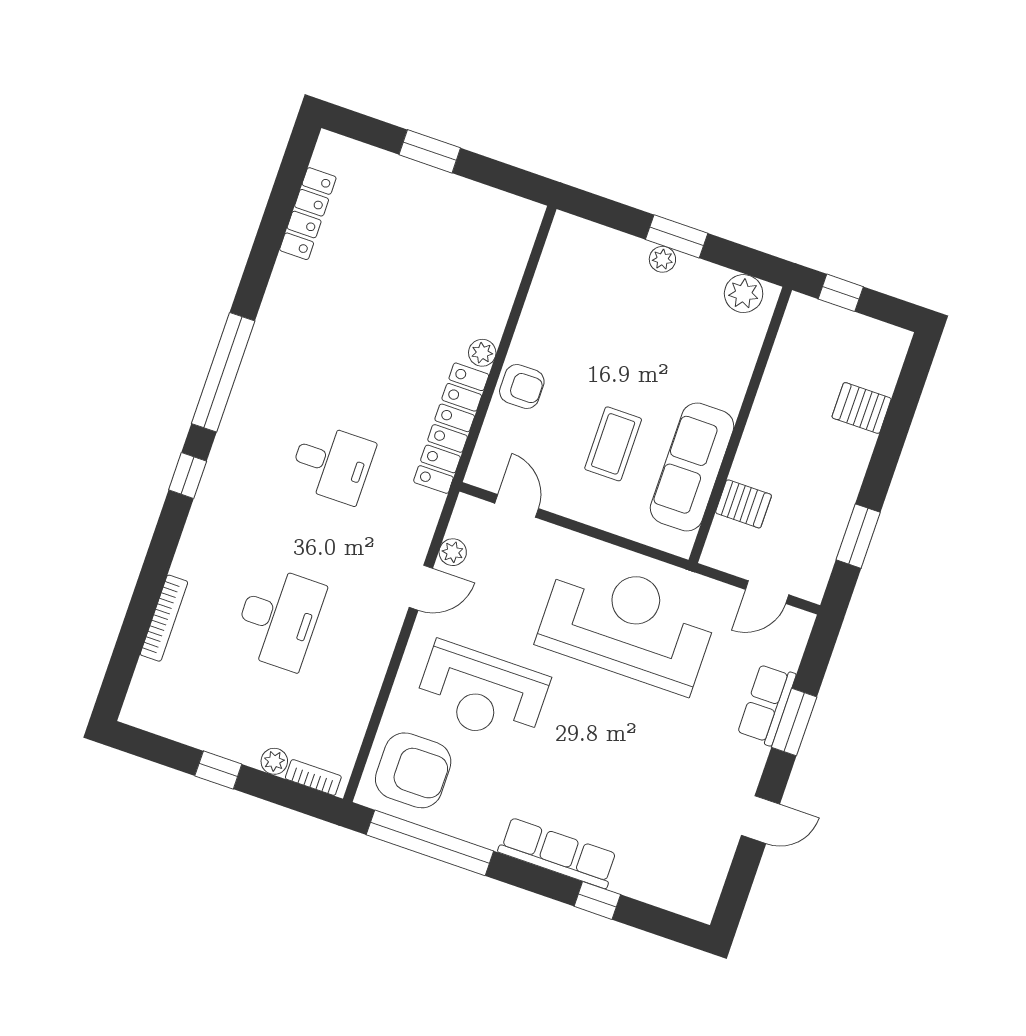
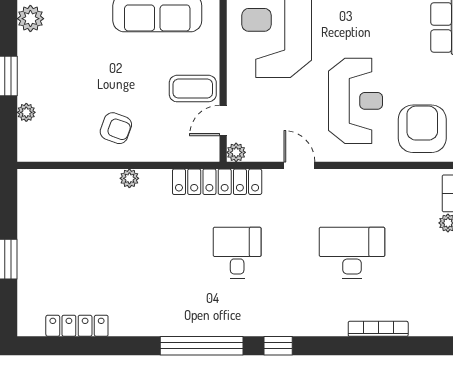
plant: (662, 259) -> (26, 112), moved
armchair: (522, 386) -> (116, 128), moved, turned 110
locker: (451, 428) -> (217, 182), moved
coffee table: (613, 444) -> (193, 89), moved
plant: (453, 552) -> (236, 152), moved

